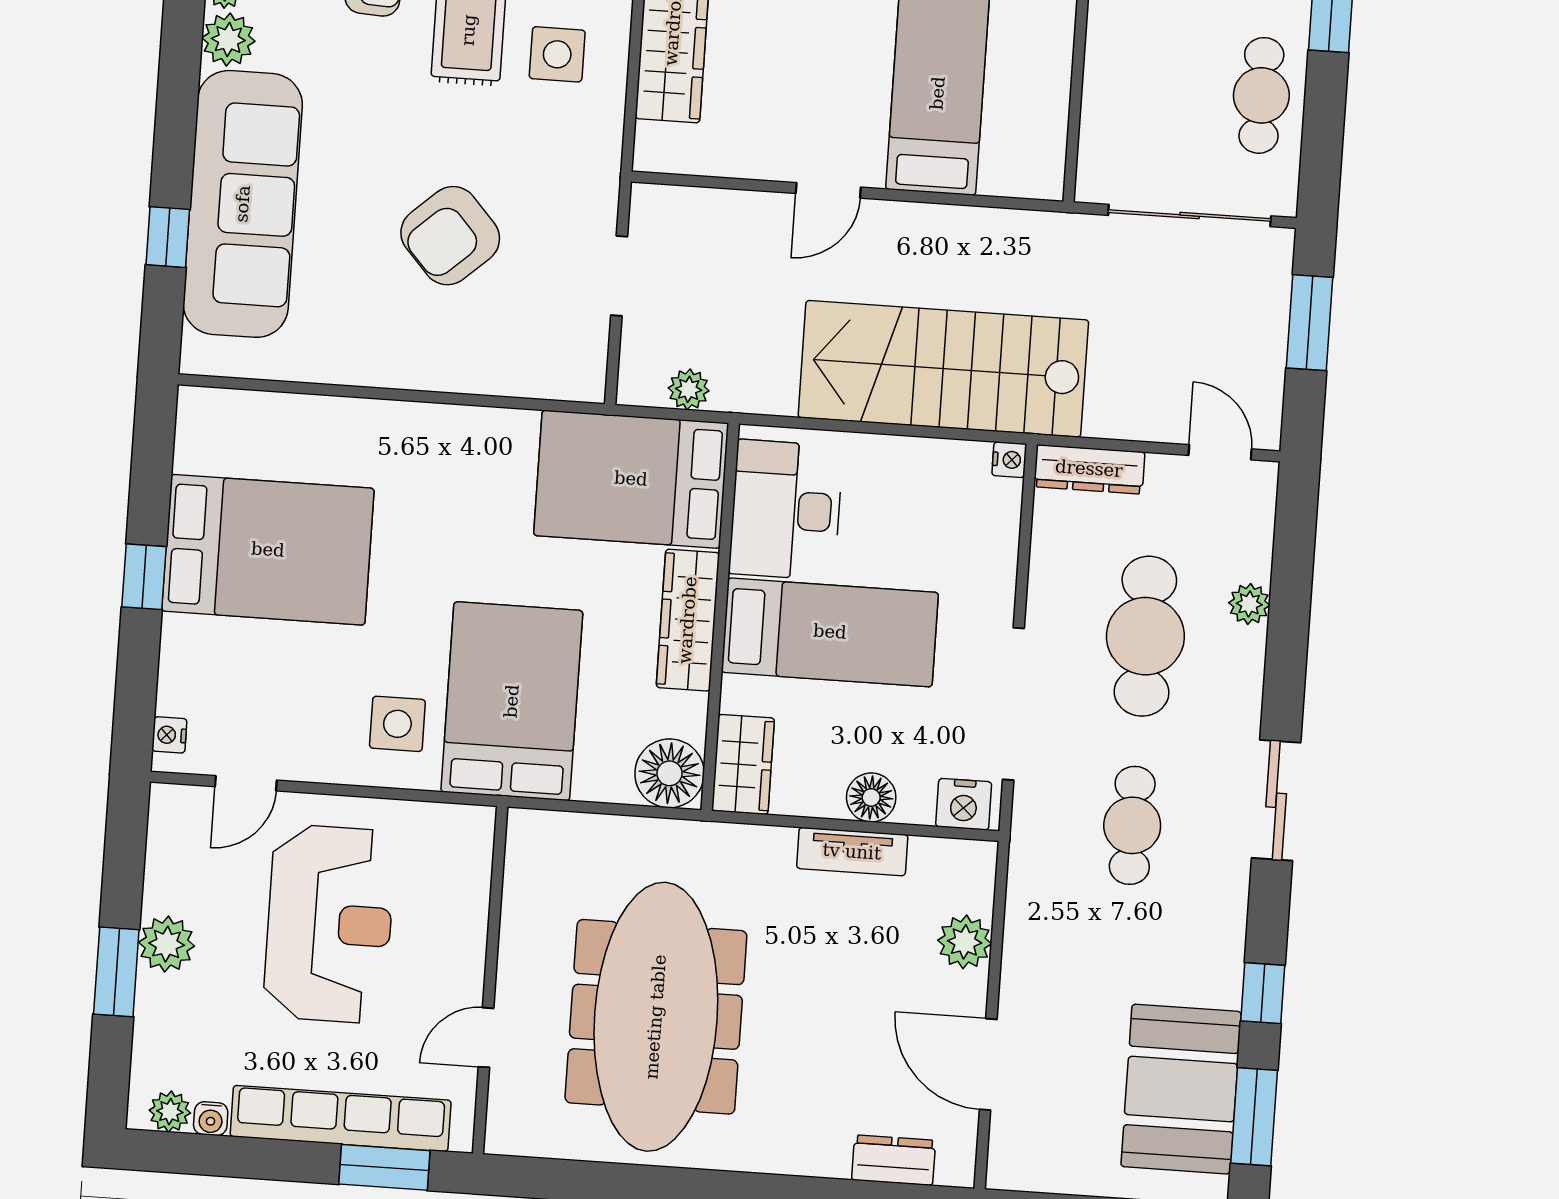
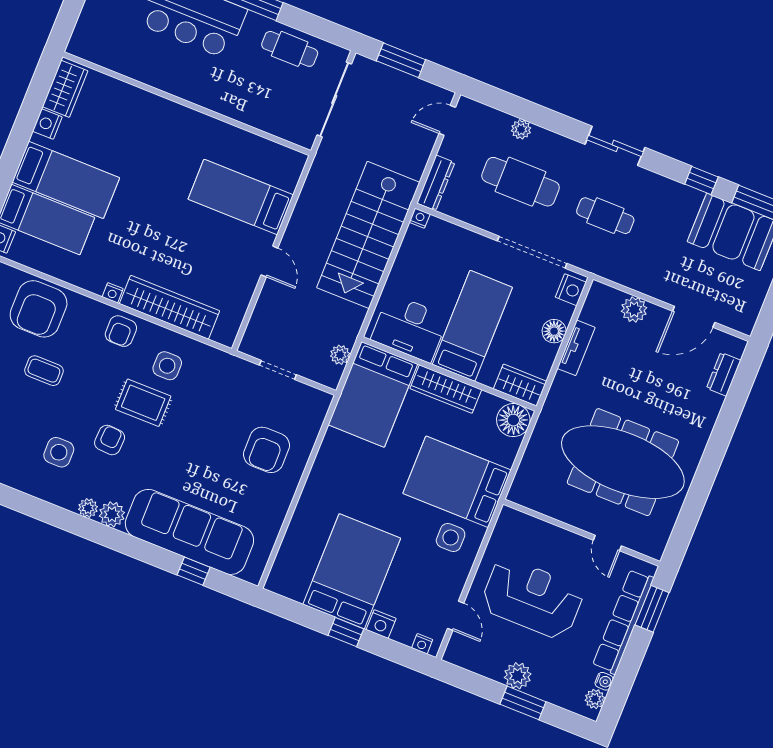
armchair: (450, 236) -> (267, 450), moved, turned 42
nightstand: (182, 641) -> (381, 624), added

